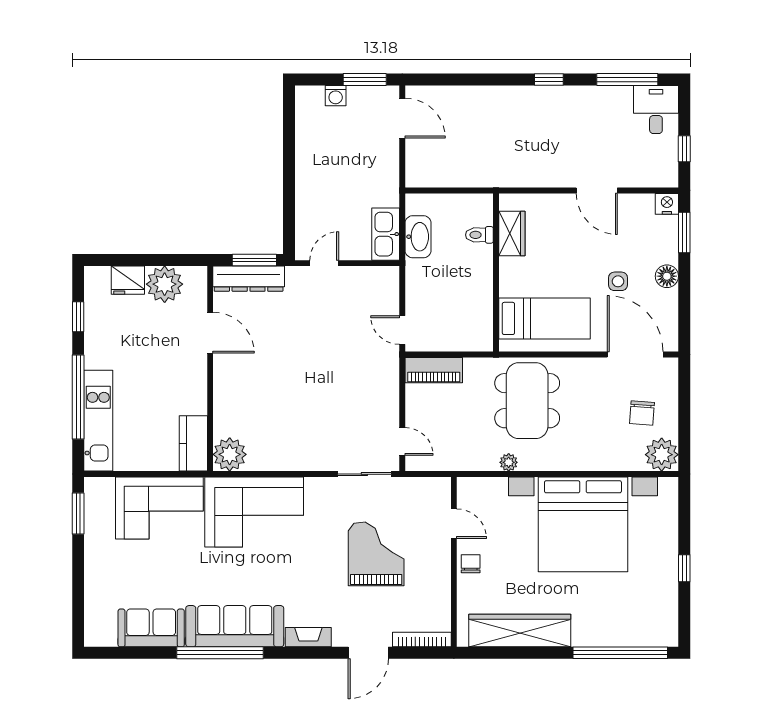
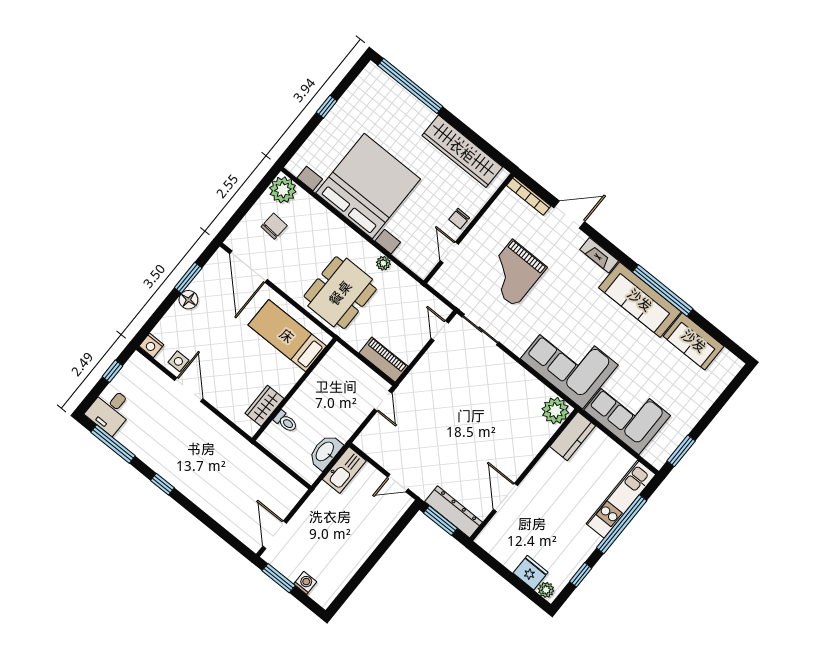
window: (684, 232) -> (188, 278), moved
side table: (618, 281) -> (178, 361), moved
plant: (165, 284) -> (546, 590), moved, width x0.53, depth x0.53

